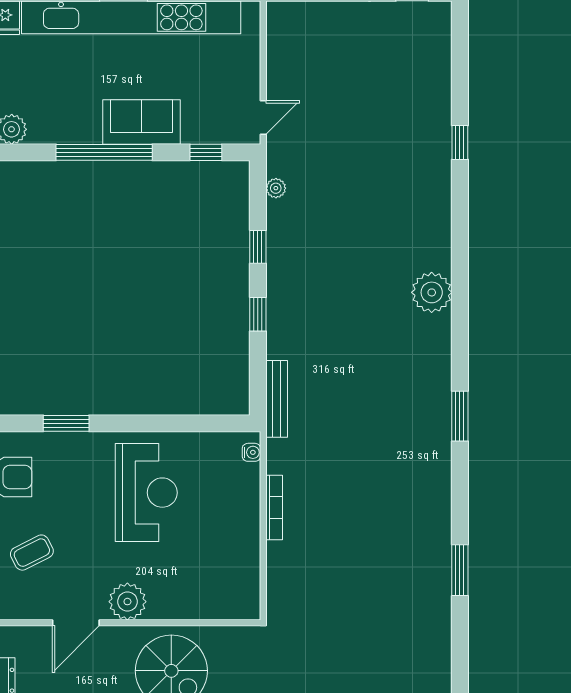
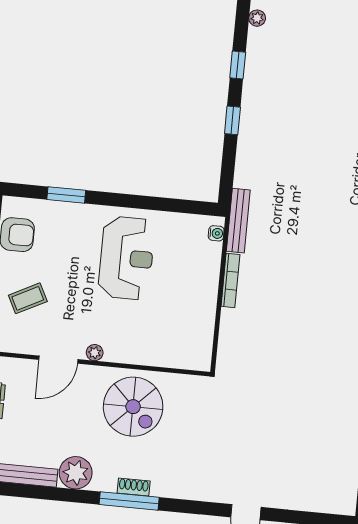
bench: (277, 399) -> (238, 221), moved
plant: (127, 602) -> (95, 353), width x0.53, depth x0.53

